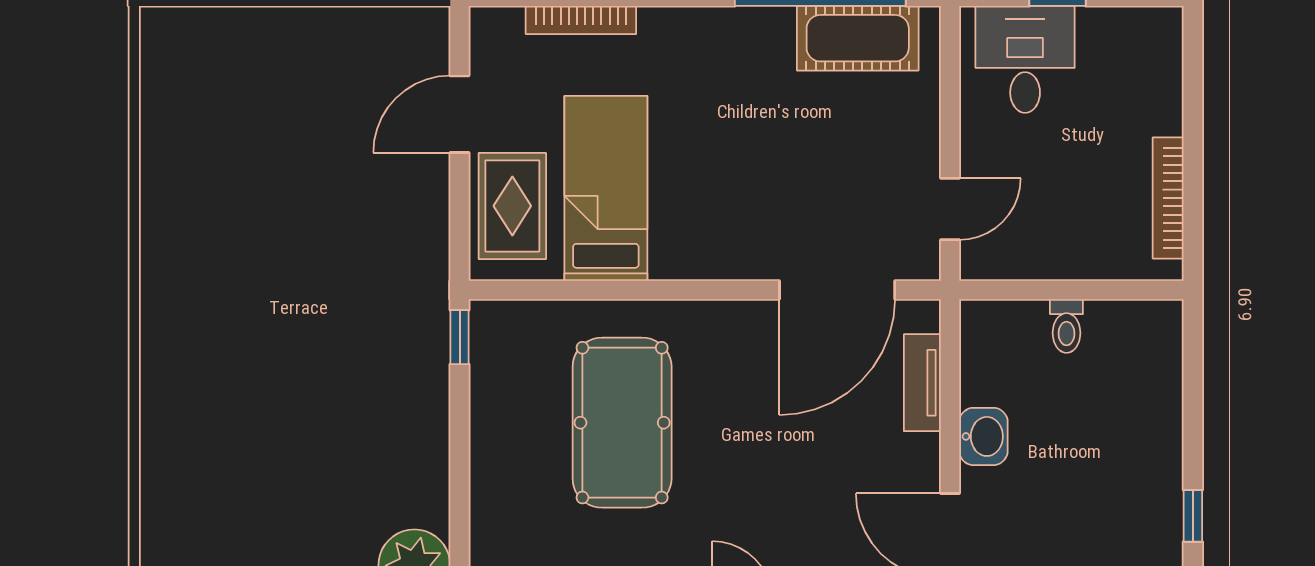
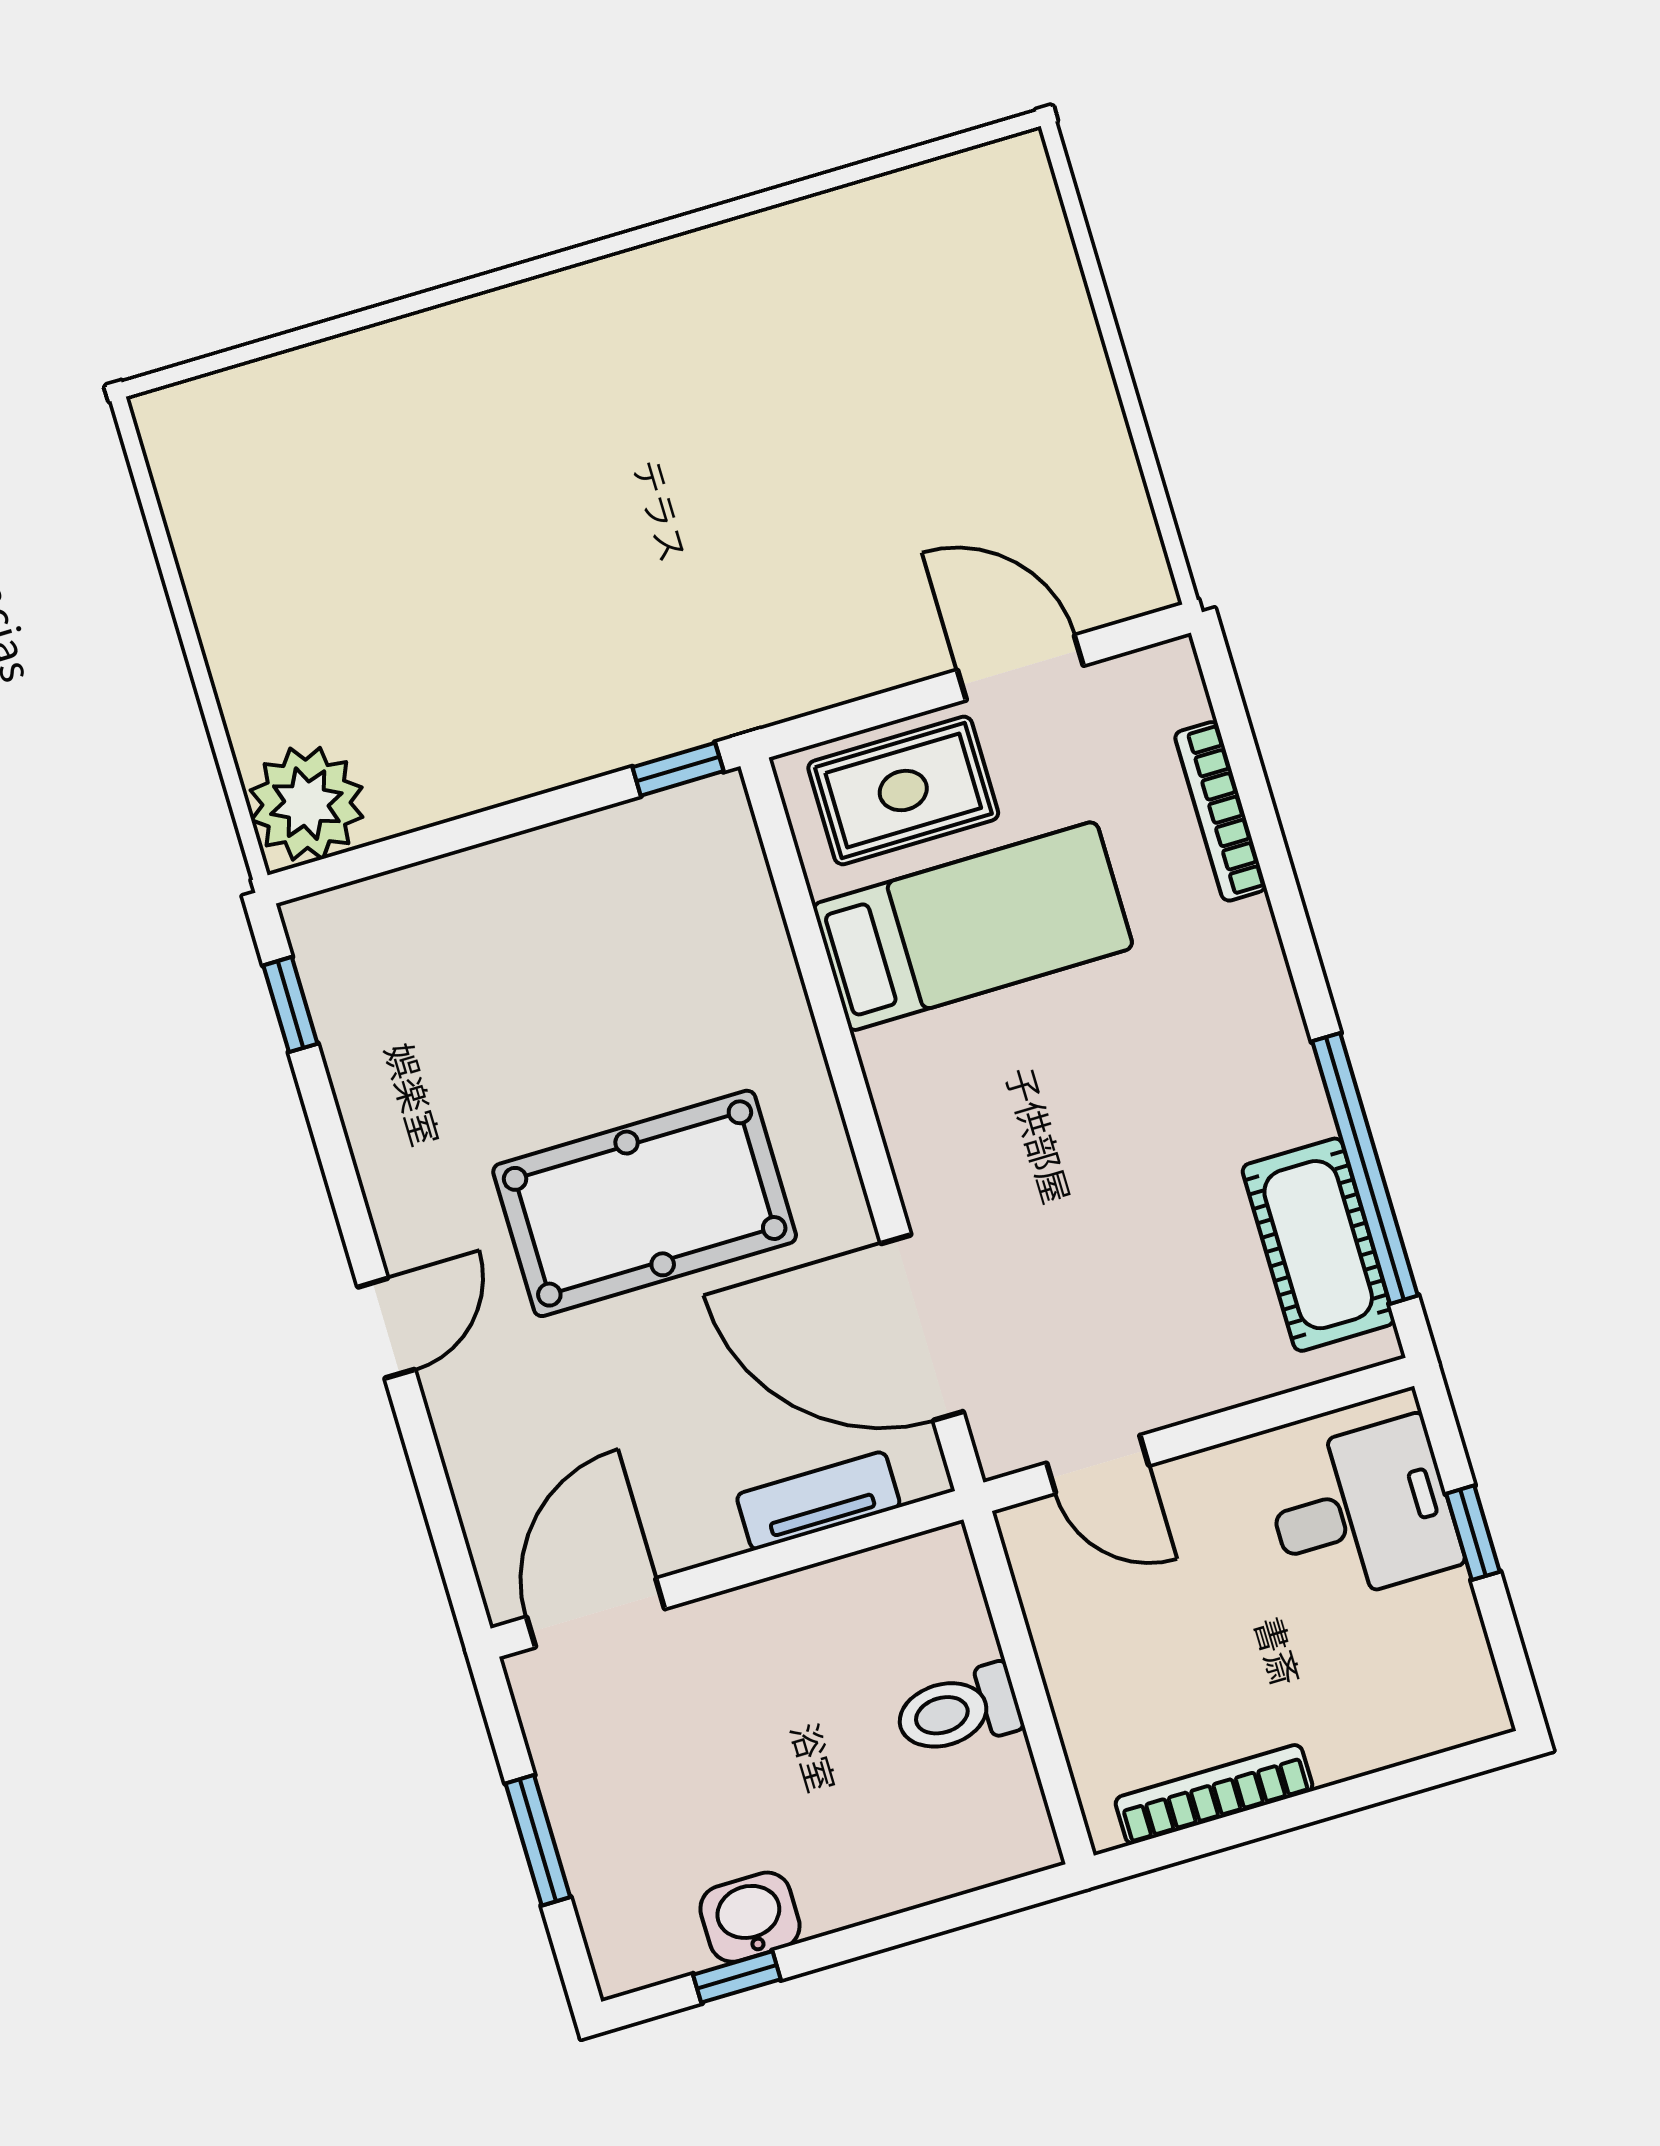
toilet: (1066, 326) -> (958, 1711), width x1.37, depth x1.39
pool table: (622, 423) -> (645, 1203), moved
washbasin: (983, 436) -> (750, 1917), moved, turned 180

